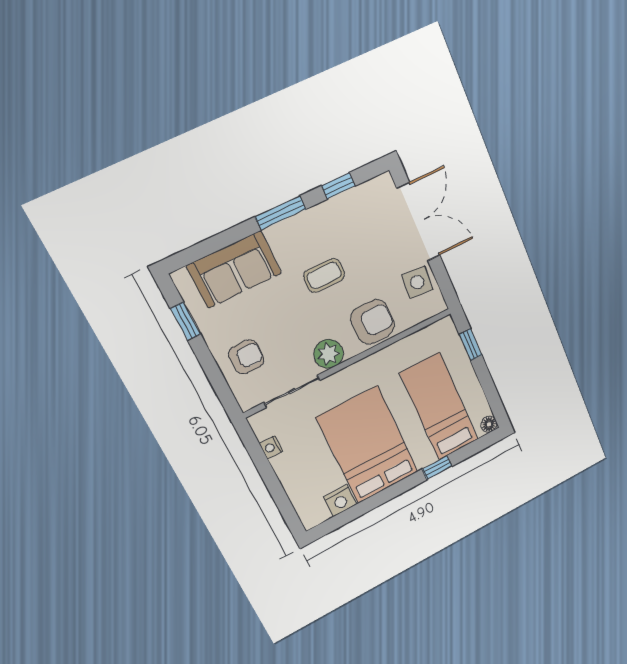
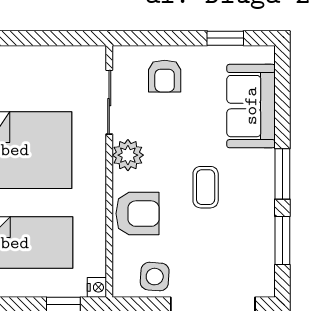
window: (338, 186) -> (282, 241), width x1.50
armchair: (373, 322) -> (138, 214), turned -90
nightstand: (271, 447) -> (97, 287), moved, turned 90

